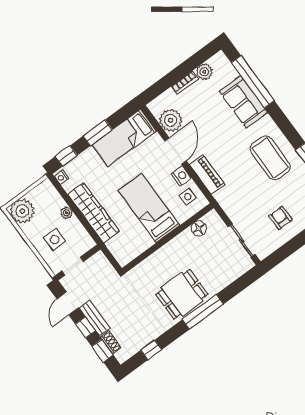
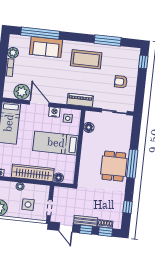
piano: (207, 175) -> (80, 100), moved
floor lamp: (114, 246) -> (59, 178), added

